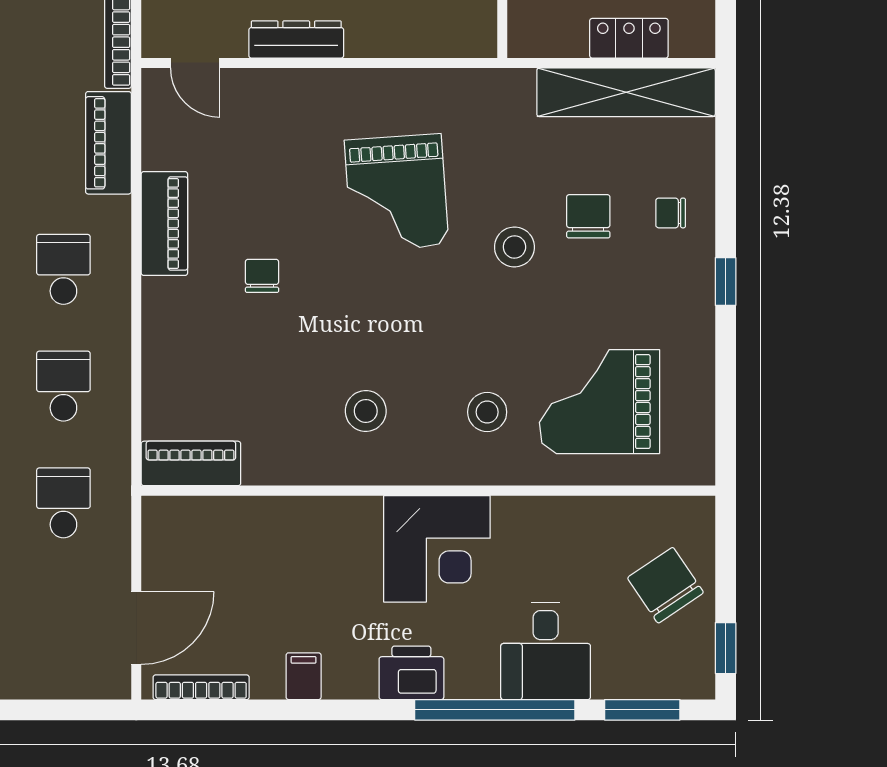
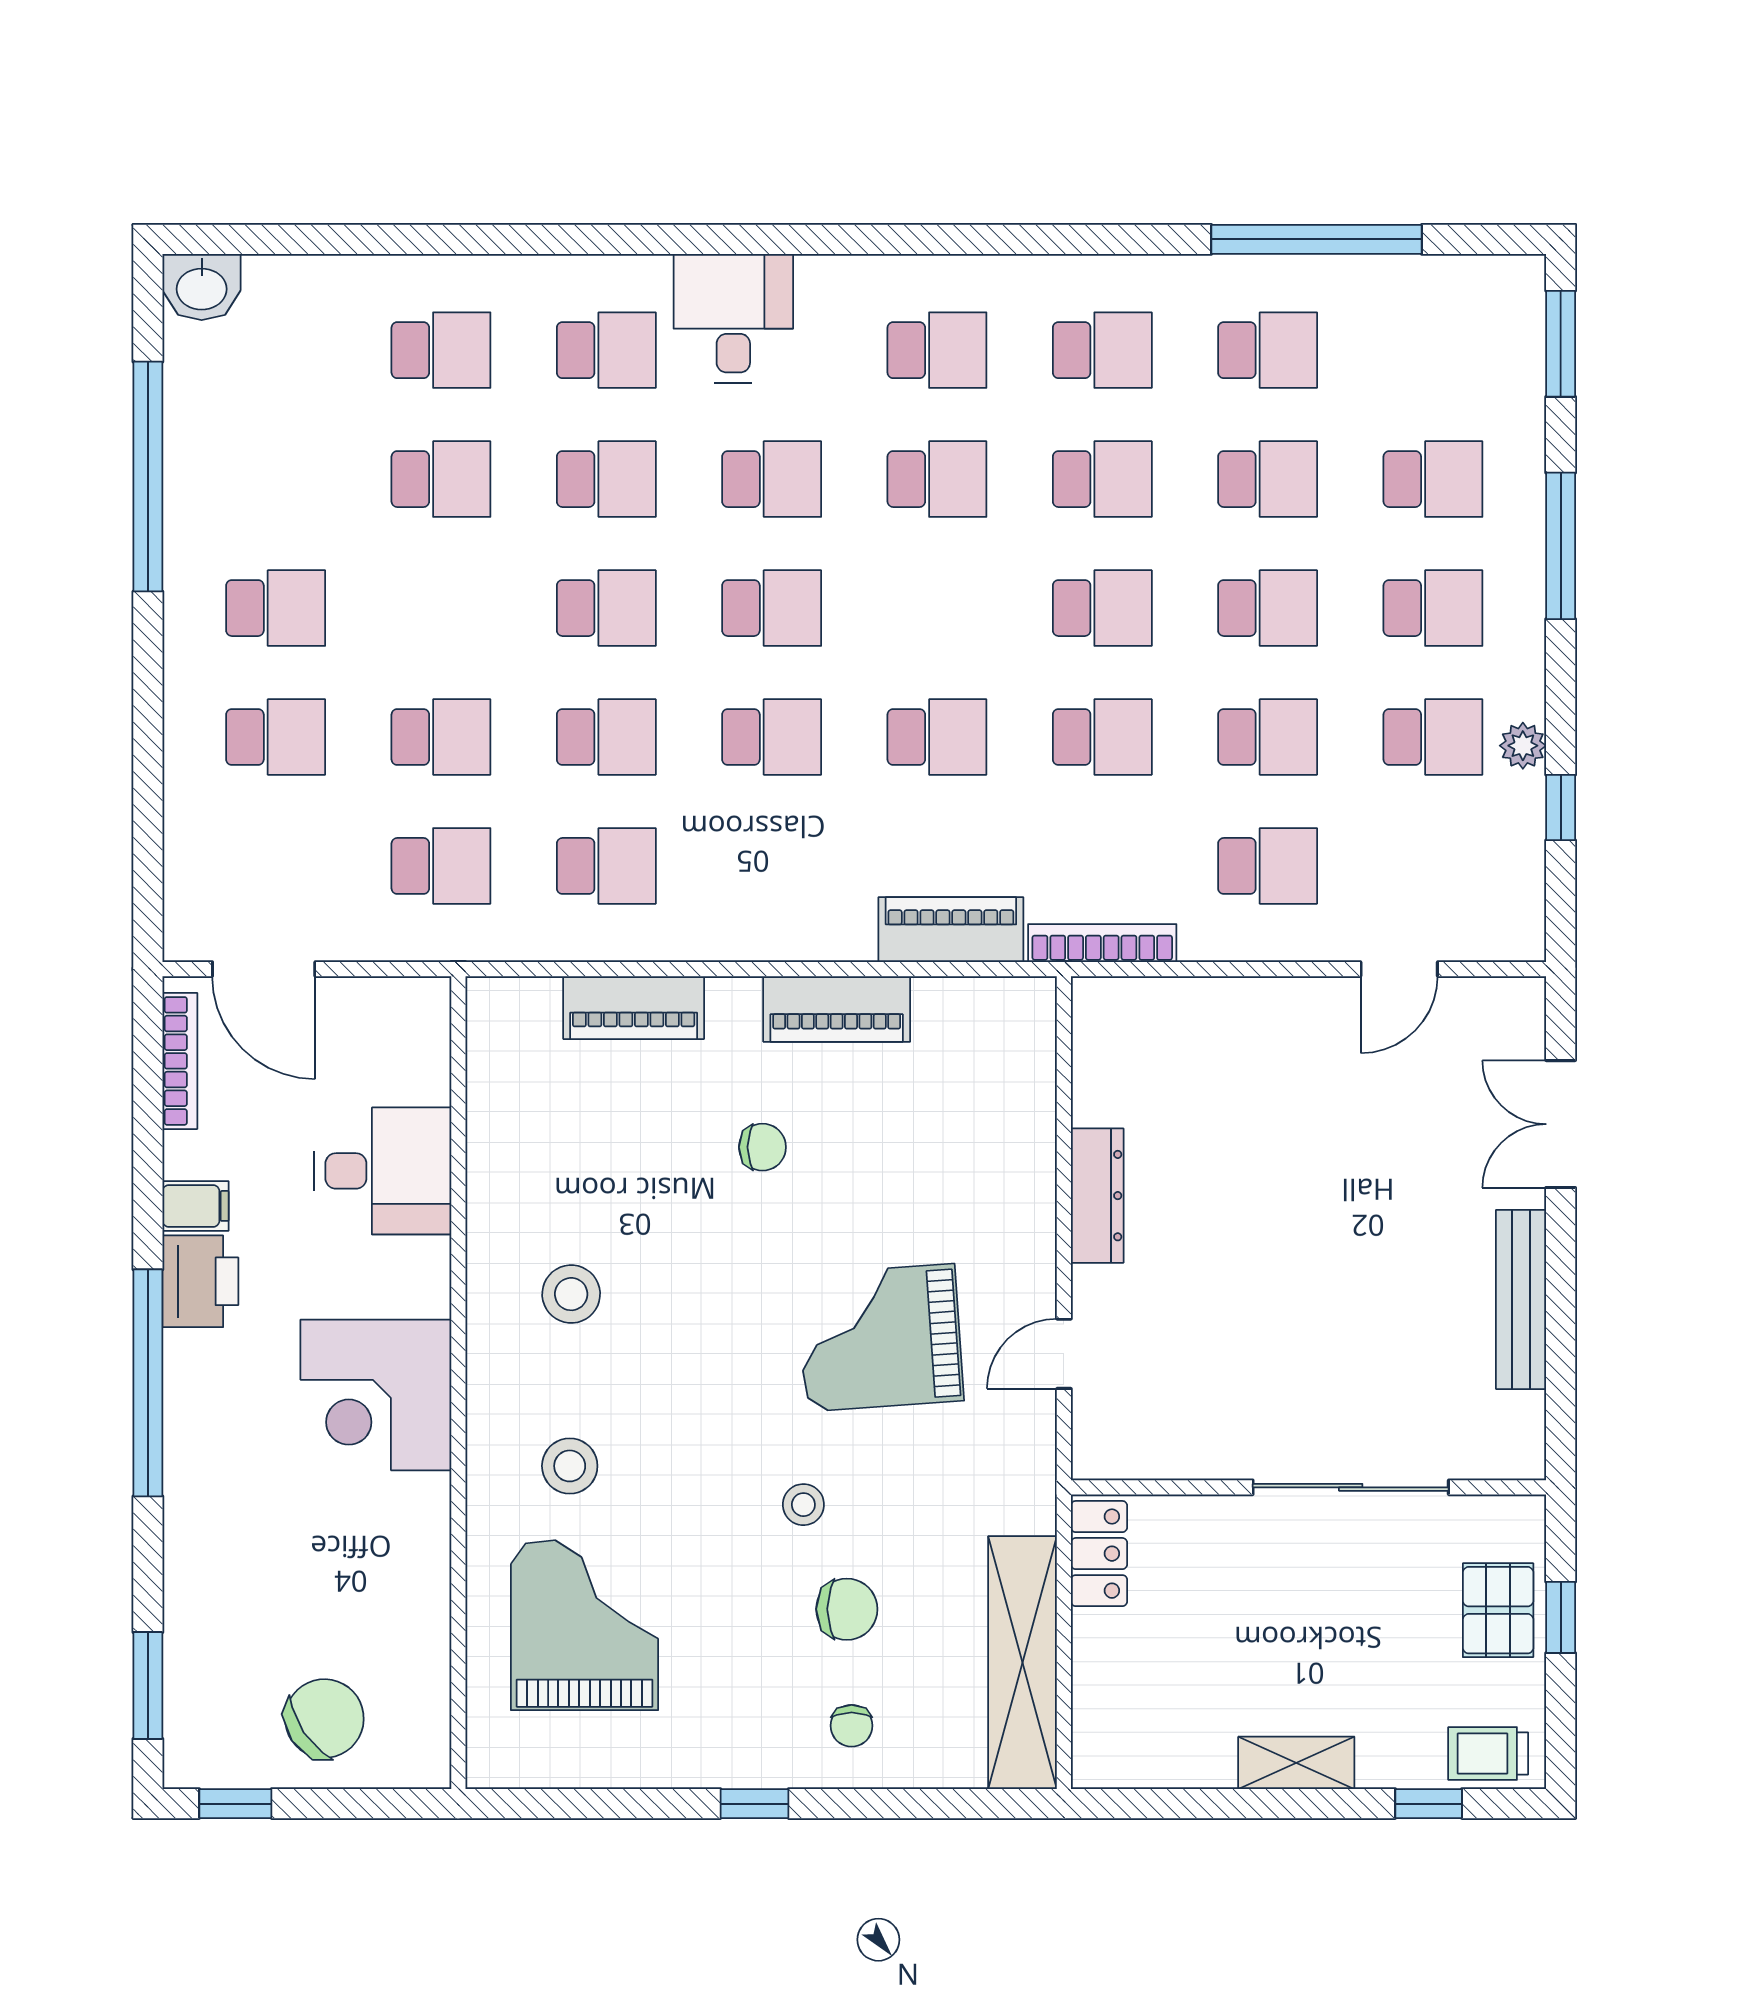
locker: (629, 38) -> (1099, 1554), moved
door: (195, 63) -> (1064, 1354), moved
chair: (671, 213) -> (852, 1726), turned 180
stool: (514, 247) -> (803, 1505), width x0.73, depth x0.73
school desk: (63, 269) -> (772, 866), removed
piano: (191, 463) -> (634, 1008), moved, turned 90
desk: (546, 651) -> (383, 1171), moved, turned 180
printer: (411, 673) -> (200, 1281), moved
window: (495, 710) -> (148, 1383), moved

